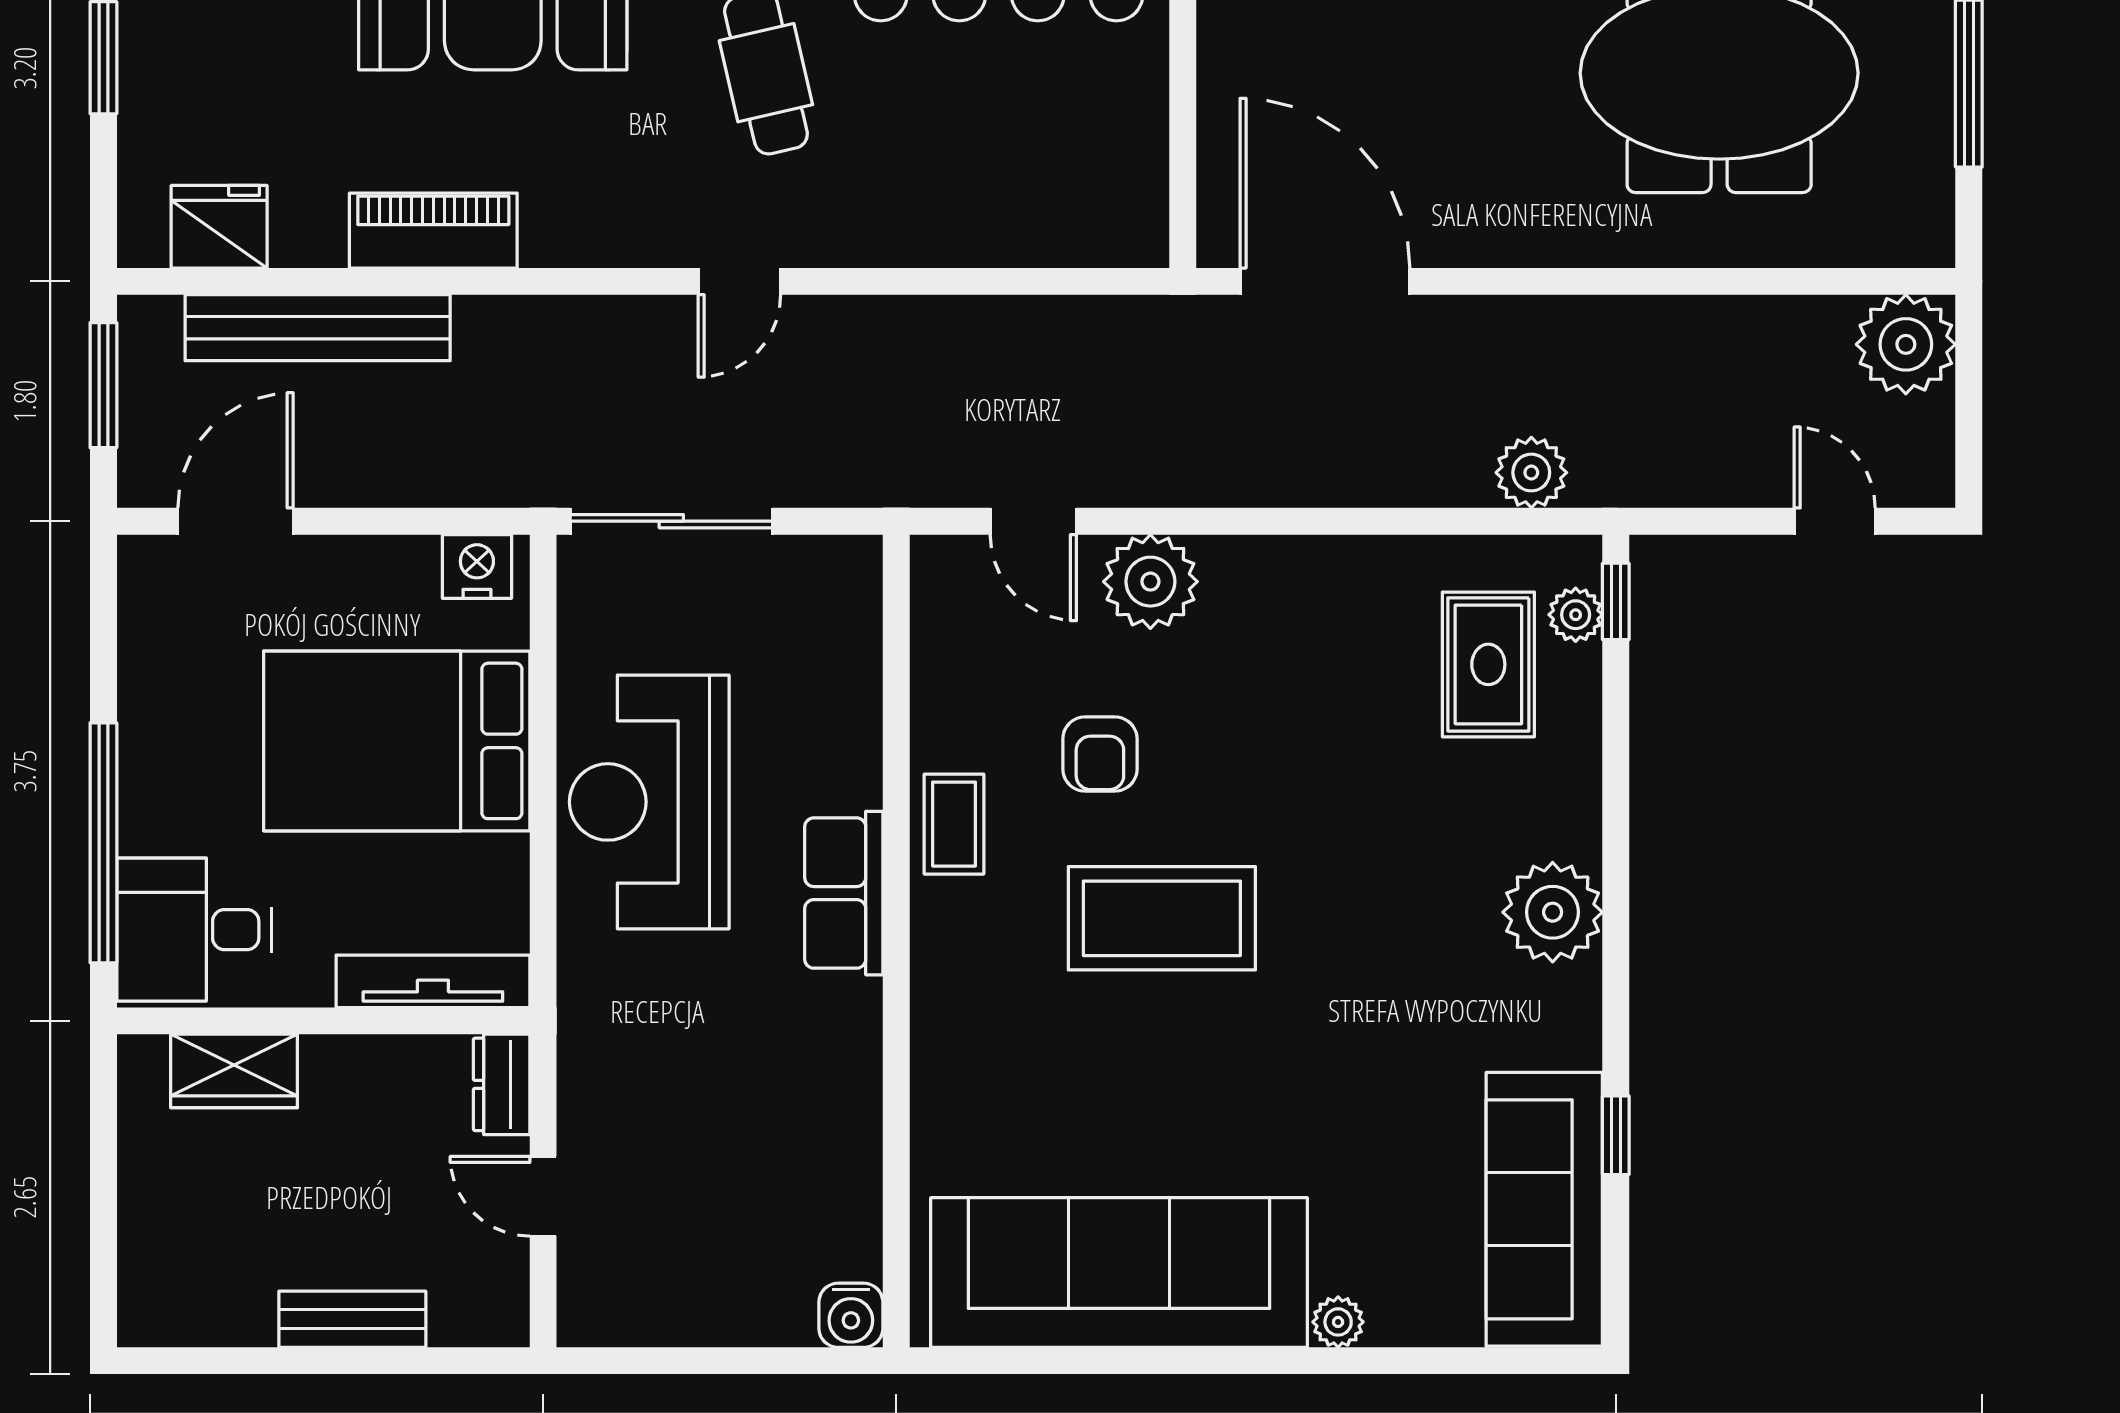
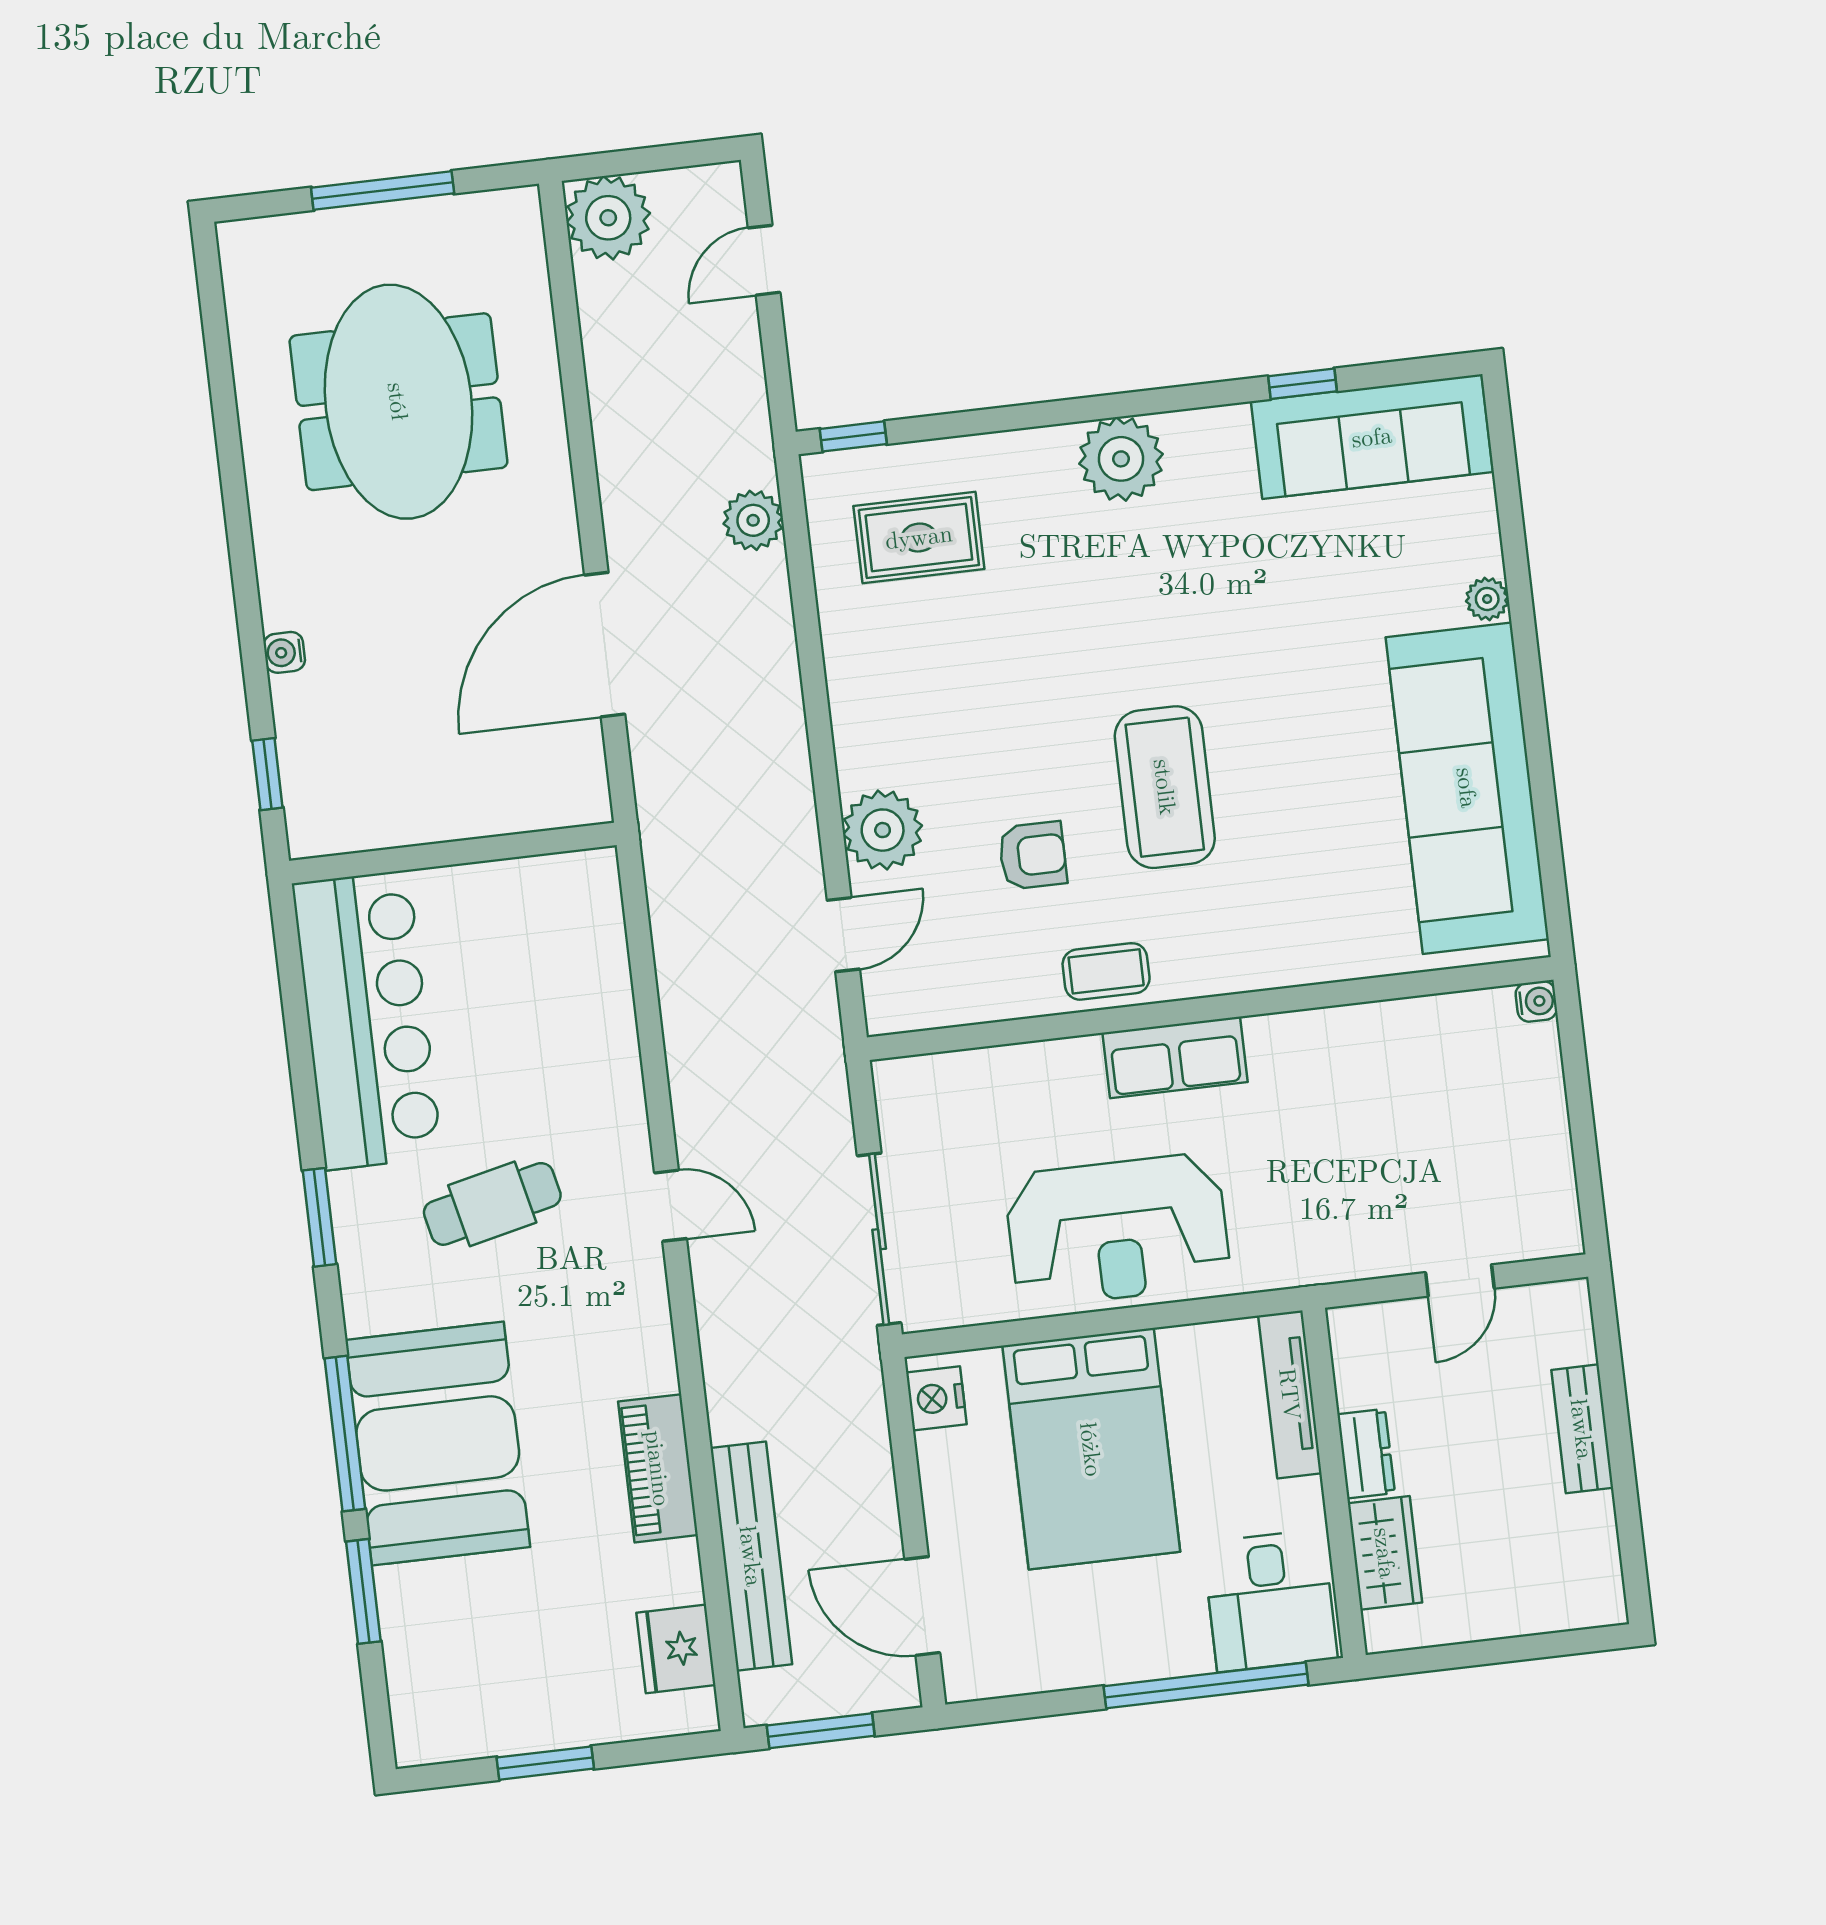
door: (1325, 281) -> (605, 645), moved
plant: (1576, 615) -> (868, 469), removed
dresser: (502, 1084) -> (1366, 1454), moved, turned -90
water cooler: (851, 1315) -> (1536, 1001), width x0.72, depth x0.72

